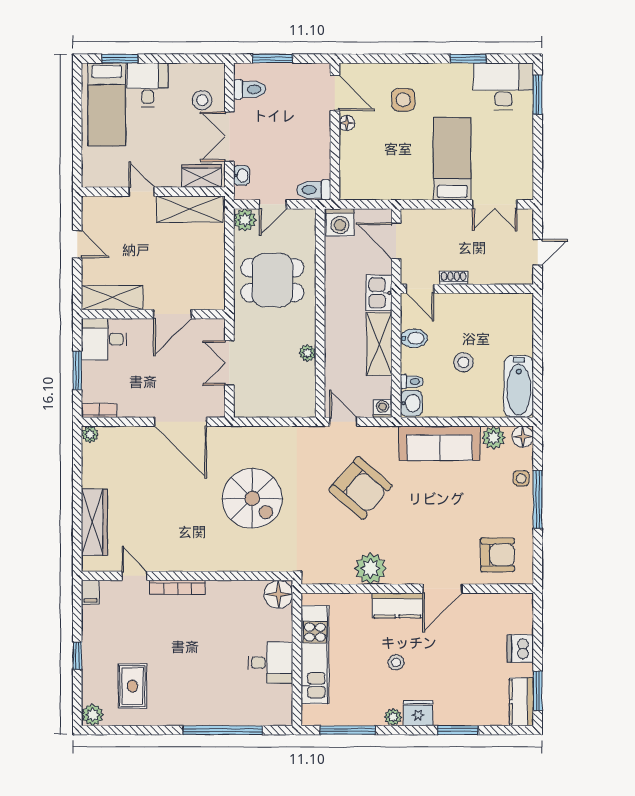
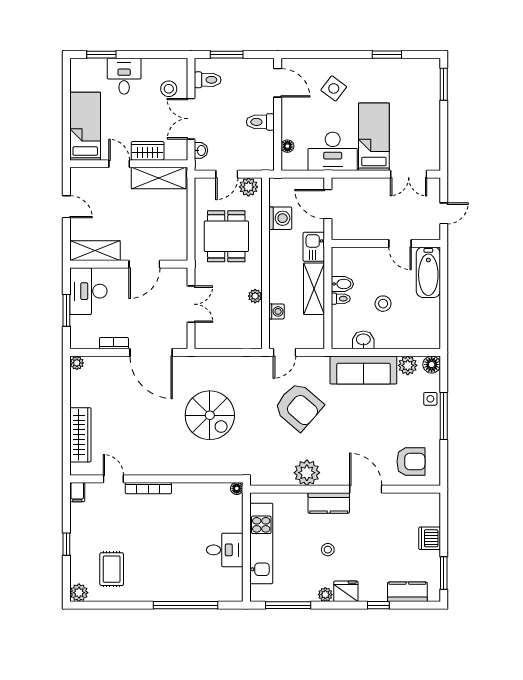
desk: (503, 86) -> (333, 151), moved, turned 180
side table: (403, 100) -> (334, 88), turned 37
bed: (107, 104) -> (85, 126), moved, turned 180
floor lamp: (347, 123) -> (287, 146), moved
wardrobe: (202, 176) -> (148, 151), moved
toilet: (314, 190) -> (260, 122), moved
plant: (245, 220) -> (248, 187), moved
washing machine: (340, 222) -> (280, 218), moved, turned -90
shoe rack: (454, 278) -> (375, 234), removed
dining table: (272, 280) -> (226, 236), turned 90
door: (420, 289) -> (400, 243), moved
desk: (104, 339) -> (88, 291), width x1.37
double door: (229, 363) -> (191, 304), swing flipped
toilet: (412, 382) -> (341, 299), moved
bathtub: (519, 387) -> (428, 272), moved
washbasin: (411, 403) -> (363, 340), moved, turned -90
washing machine: (383, 408) -> (277, 311), moved, turned 90
bookcase: (99, 411) -> (114, 343), moved
door: (343, 422) -> (284, 352), swing flipped
door: (442, 589) -> (366, 489), swing flipped
floor lamp: (278, 594) -> (237, 488), width x0.53, depth x0.53
kitchen counter: (521, 702) -> (407, 592), moved, turned 90
window: (458, 730) -> (378, 605), width x0.67

